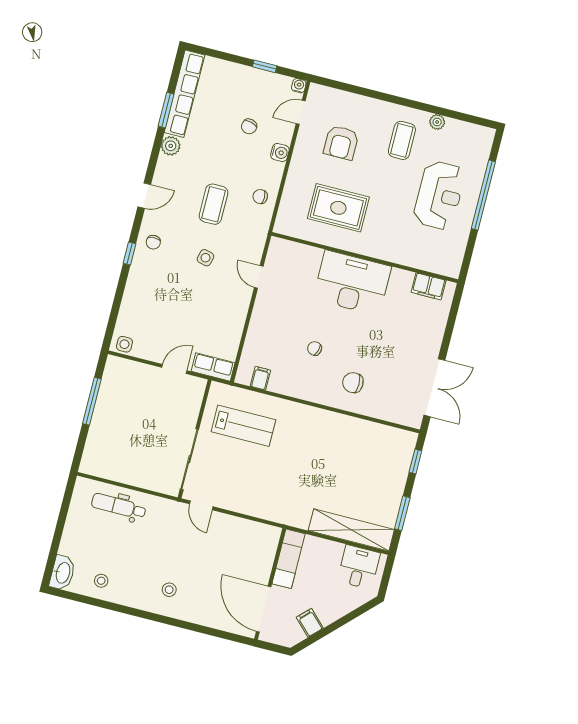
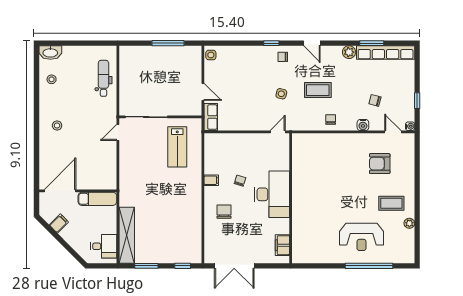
rug: (338, 208) -> (336, 173), removed
wall: (365, 258) -> (291, 198), moved
desk: (352, 283) -> (272, 194), moved
filing cabinet: (429, 286) -> (282, 245), moved
filing cabinet: (260, 378) -> (211, 180), moved

